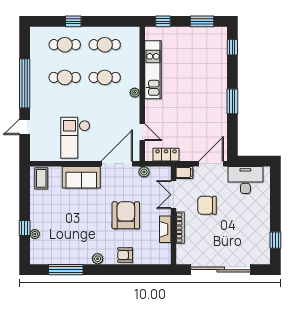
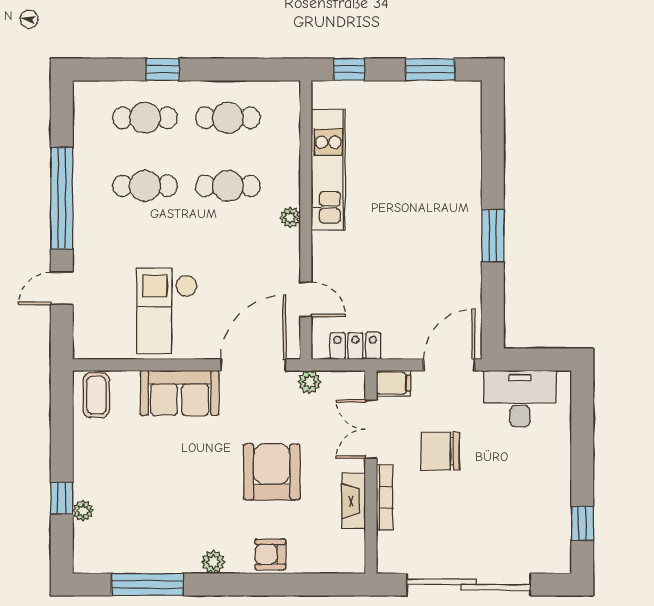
window: (232, 47) -> (493, 123), removed

